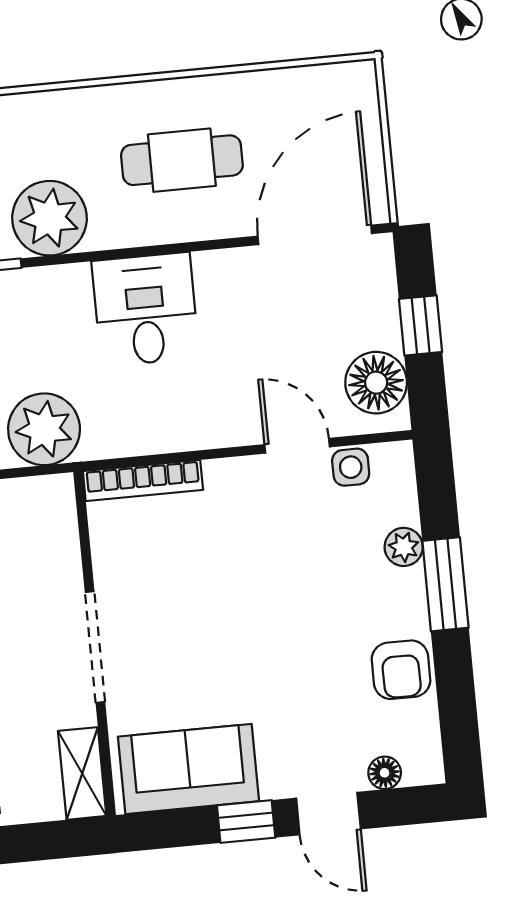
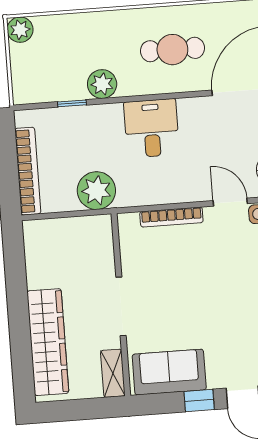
plant: (49, 218) -> (102, 84), width x0.73, depth x0.73
bookcase: (143, 481) -> (171, 217), moved

